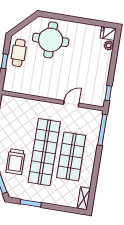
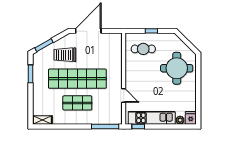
cafe table: (19, 53) -> (143, 49), moved
kitchen unit: (101, 77) -> (152, 118), added
shop shelf: (71, 156) -> (77, 103), width x0.70, depth x0.74

